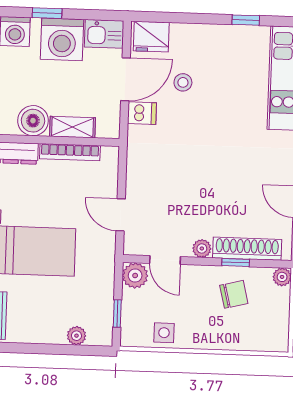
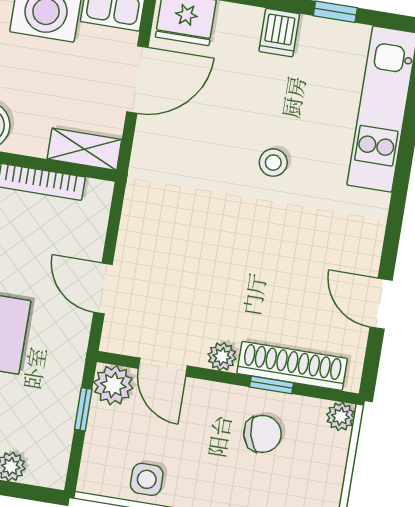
stool: (183, 82) -> (273, 163), moved
dishwasher: (142, 113) -> (279, 33), moved, turned 90
shelving: (73, 127) -> (84, 149), moved
window: (117, 314) -> (83, 409), moved

